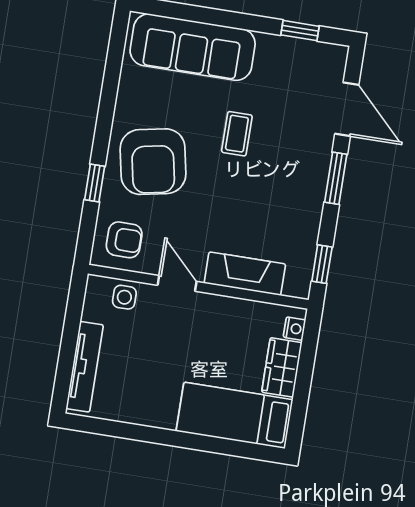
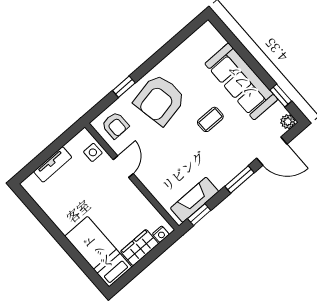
sofa: (193, 47) -> (241, 82), moved
plant: (336, 56) -> (288, 122), added
door: (347, 109) -> (272, 151), hinge flipped
fireplace: (245, 274) -> (194, 200), moved, turned -90
tv unit: (85, 367) -> (53, 164), width x0.71

